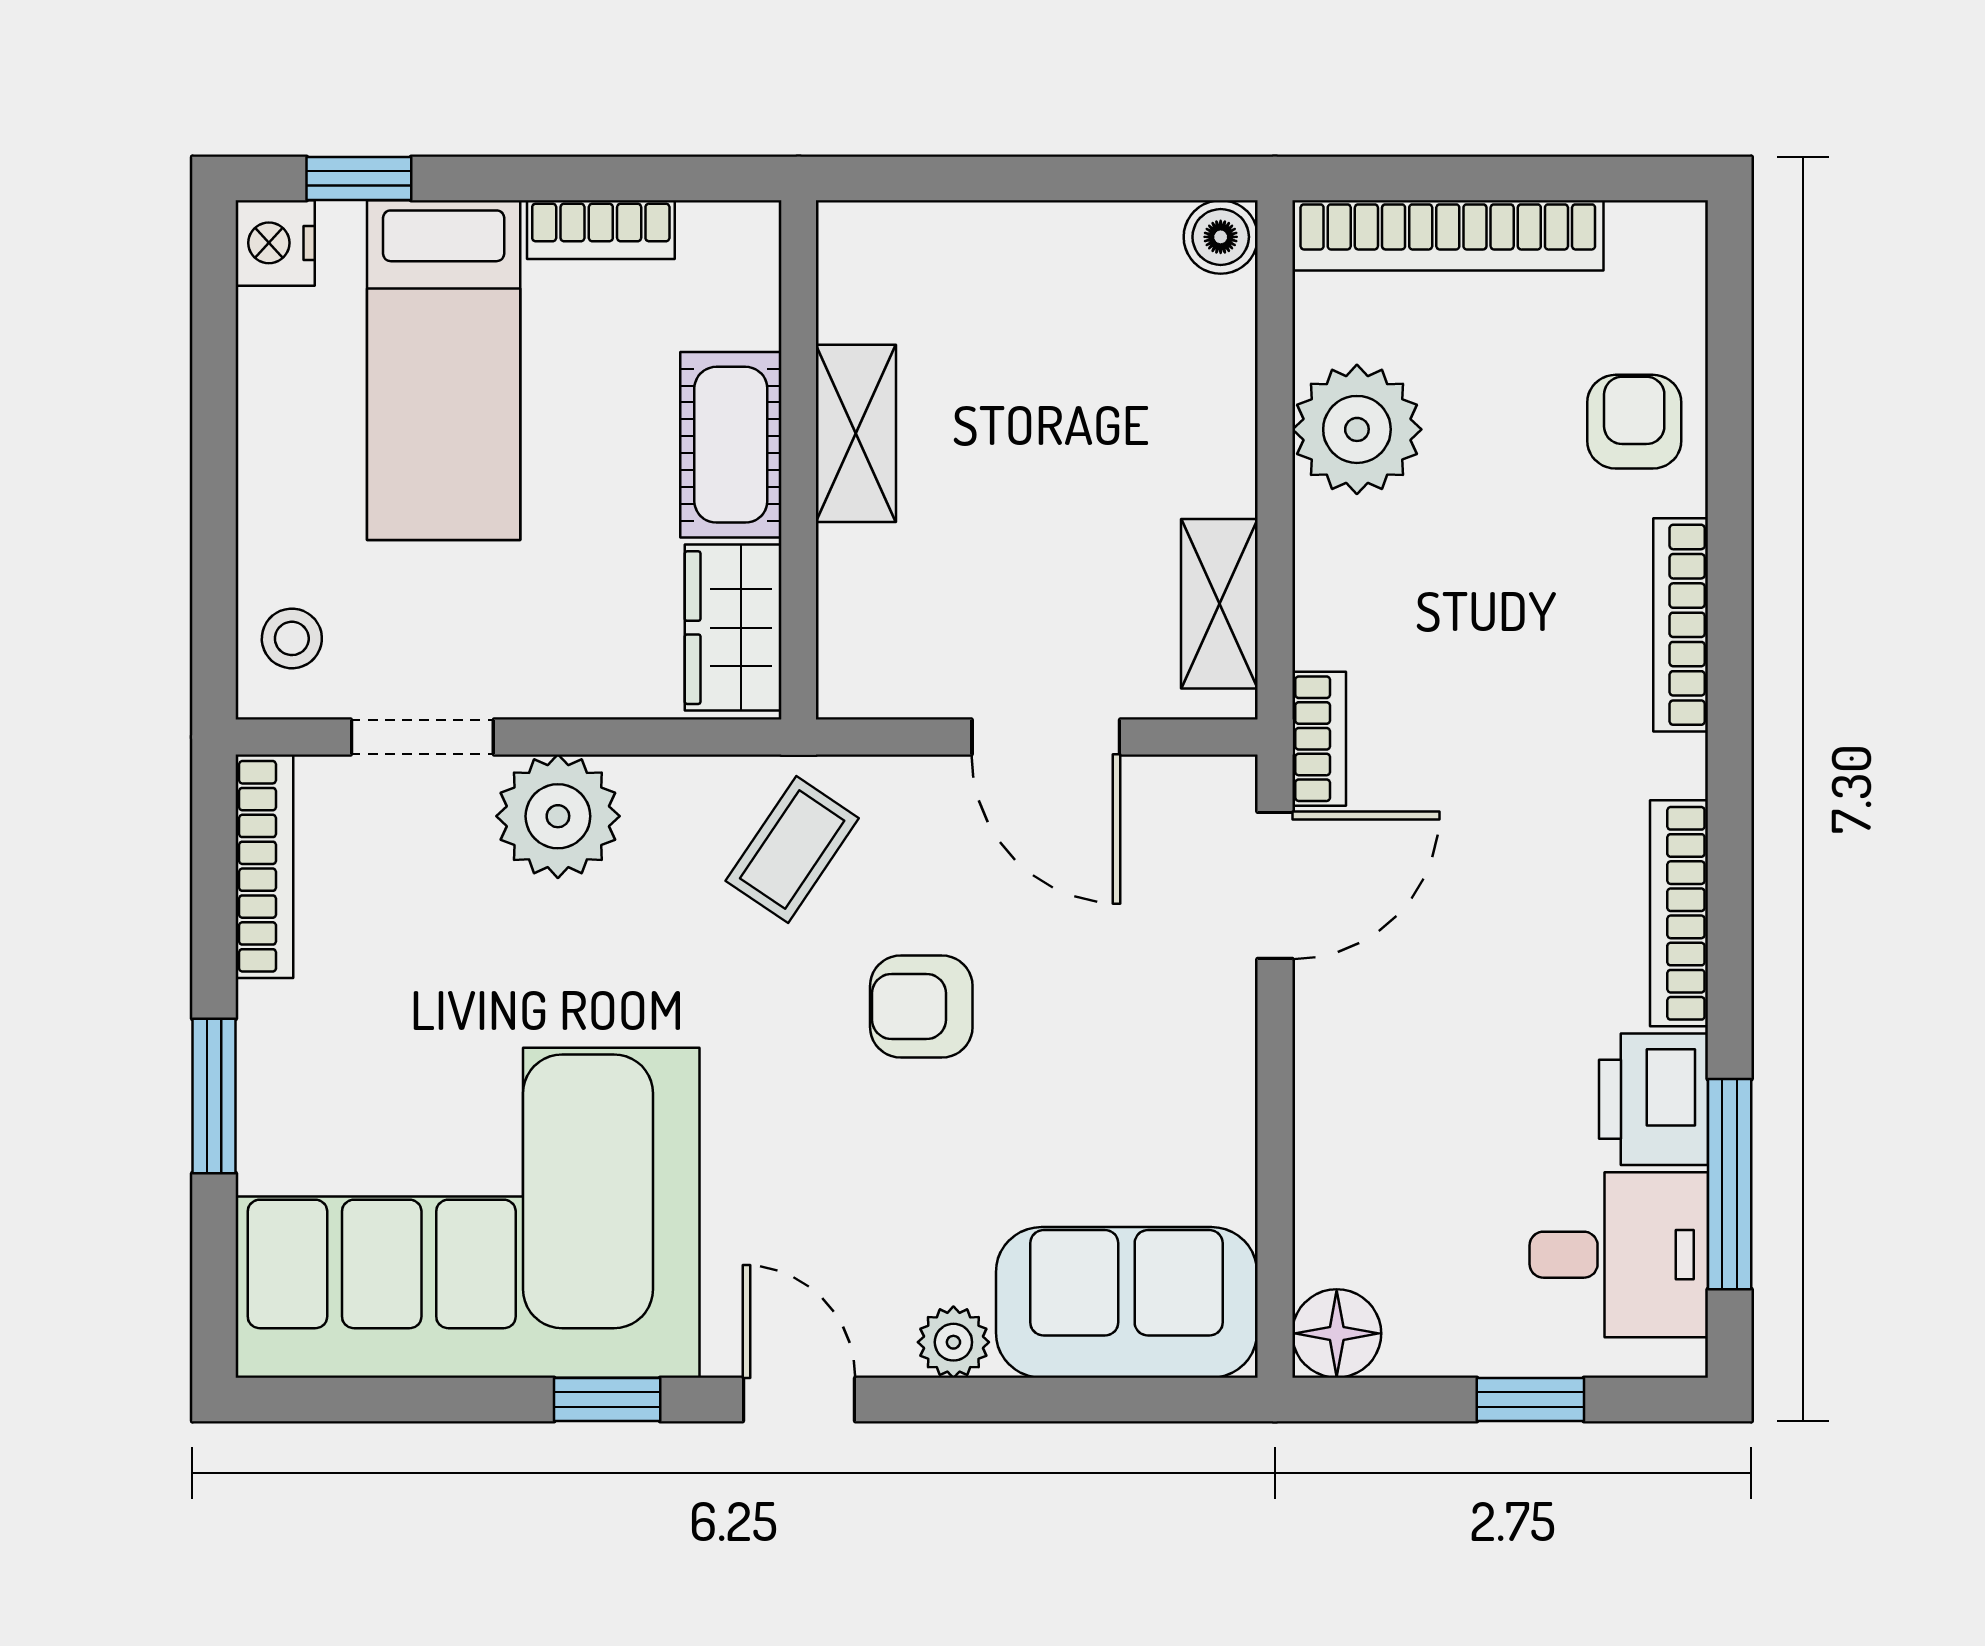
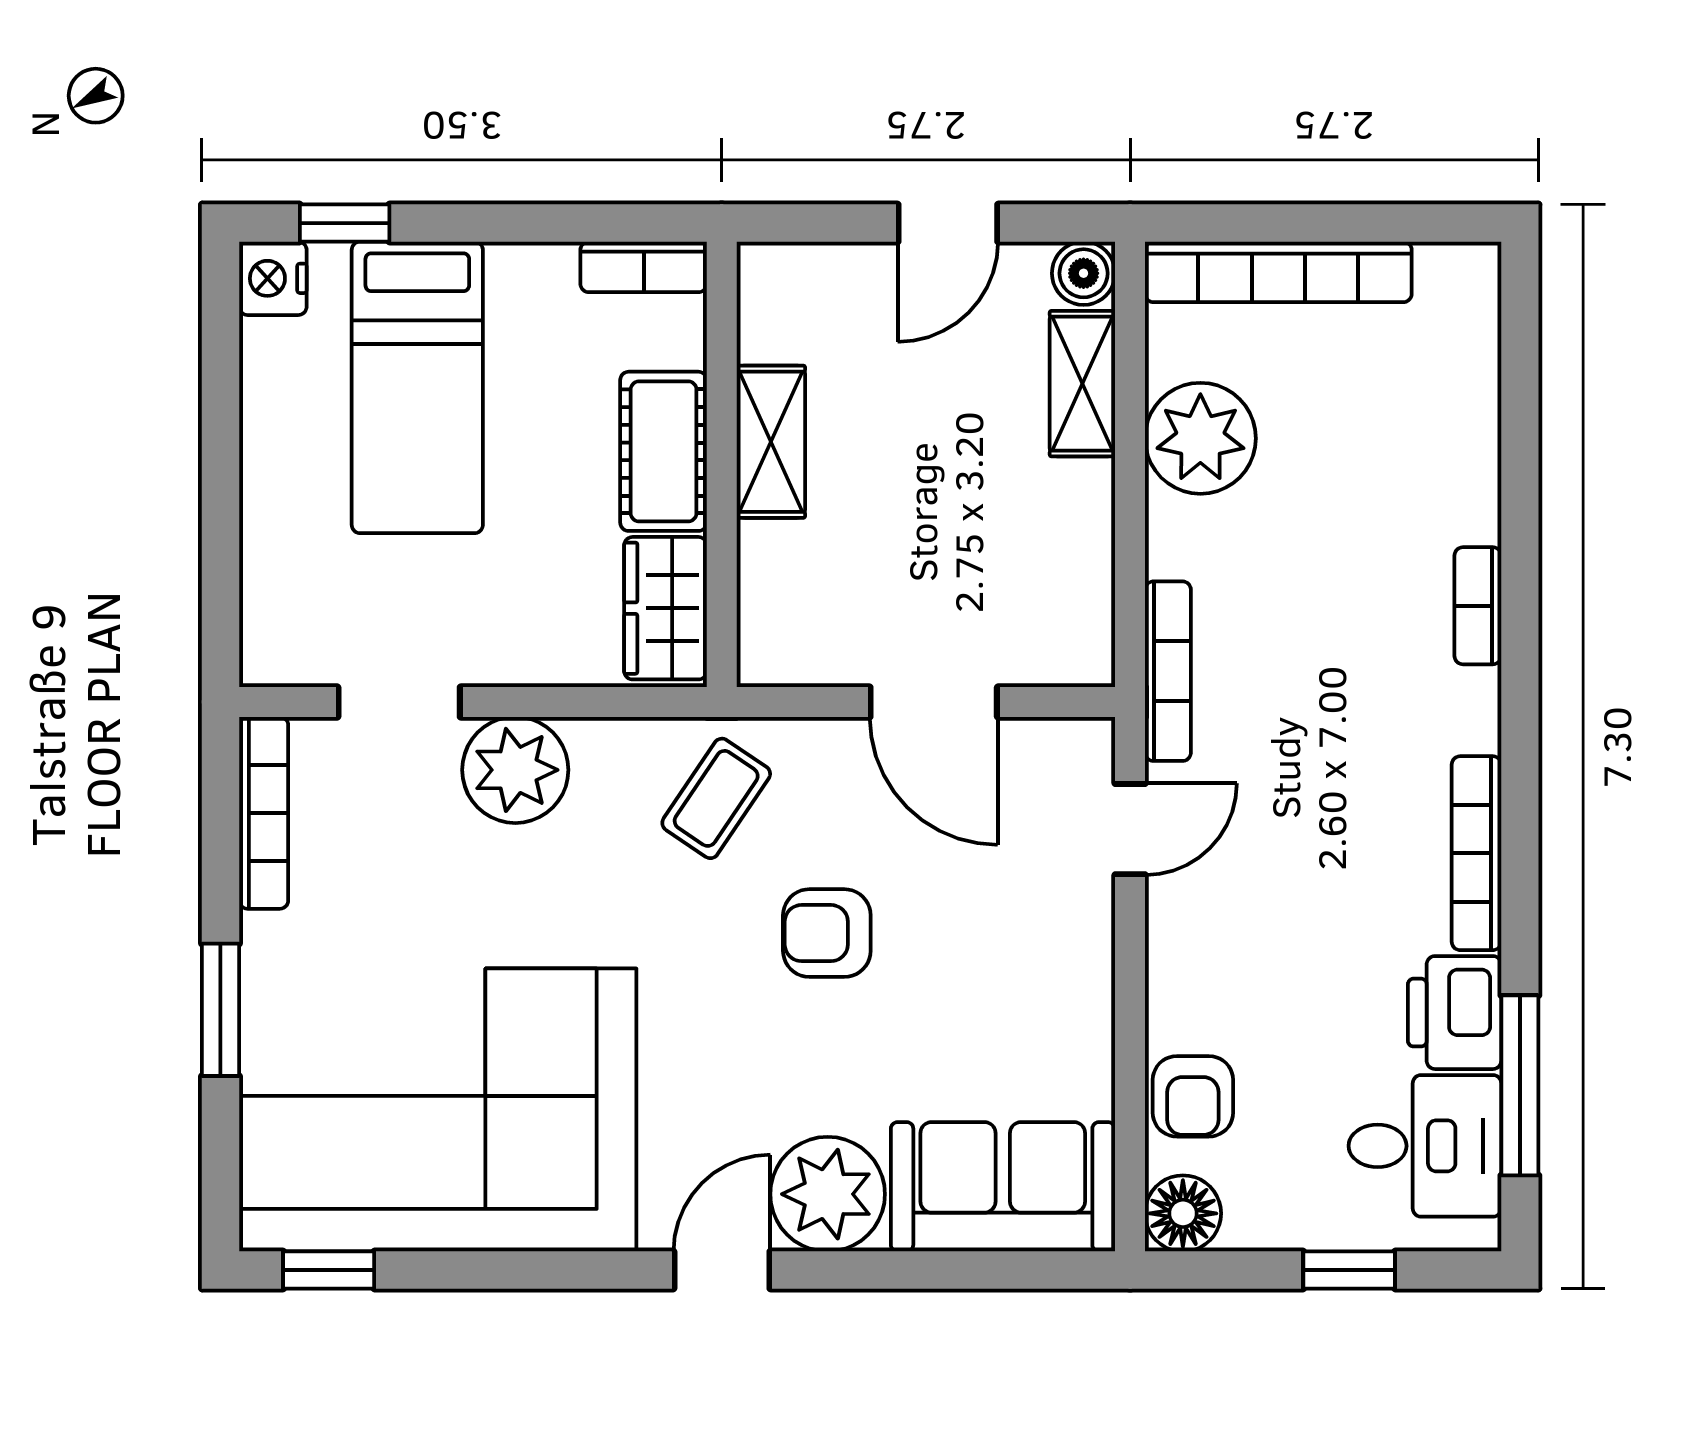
door: (1062, 178) -> (948, 223), added
bookcase: (601, 230) -> (644, 267), moved
armchair: (1634, 422) -> (1193, 1096), moved, turned 180
shelving: (1219, 604) -> (1082, 384), moved
bookcase: (1681, 625) -> (1478, 606), width x0.64
stool: (292, 638) -> (287, 617), removed
bookcase: (1319, 739) -> (1168, 671), width x1.56
door: (1275, 885) -> (1130, 829), width x0.73
plant: (953, 1342) -> (828, 1194), width x1.87, depth x1.87
window: (607, 1399) -> (329, 1270), moved
door: (799, 1399) -> (722, 1270), hinge flipped

